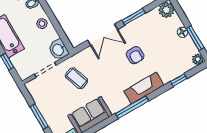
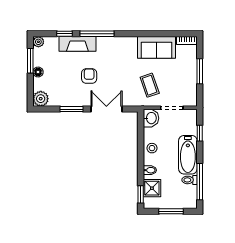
fireplace: (144, 88) -> (77, 44), moved
window: (132, 107) -> (97, 34), moved

